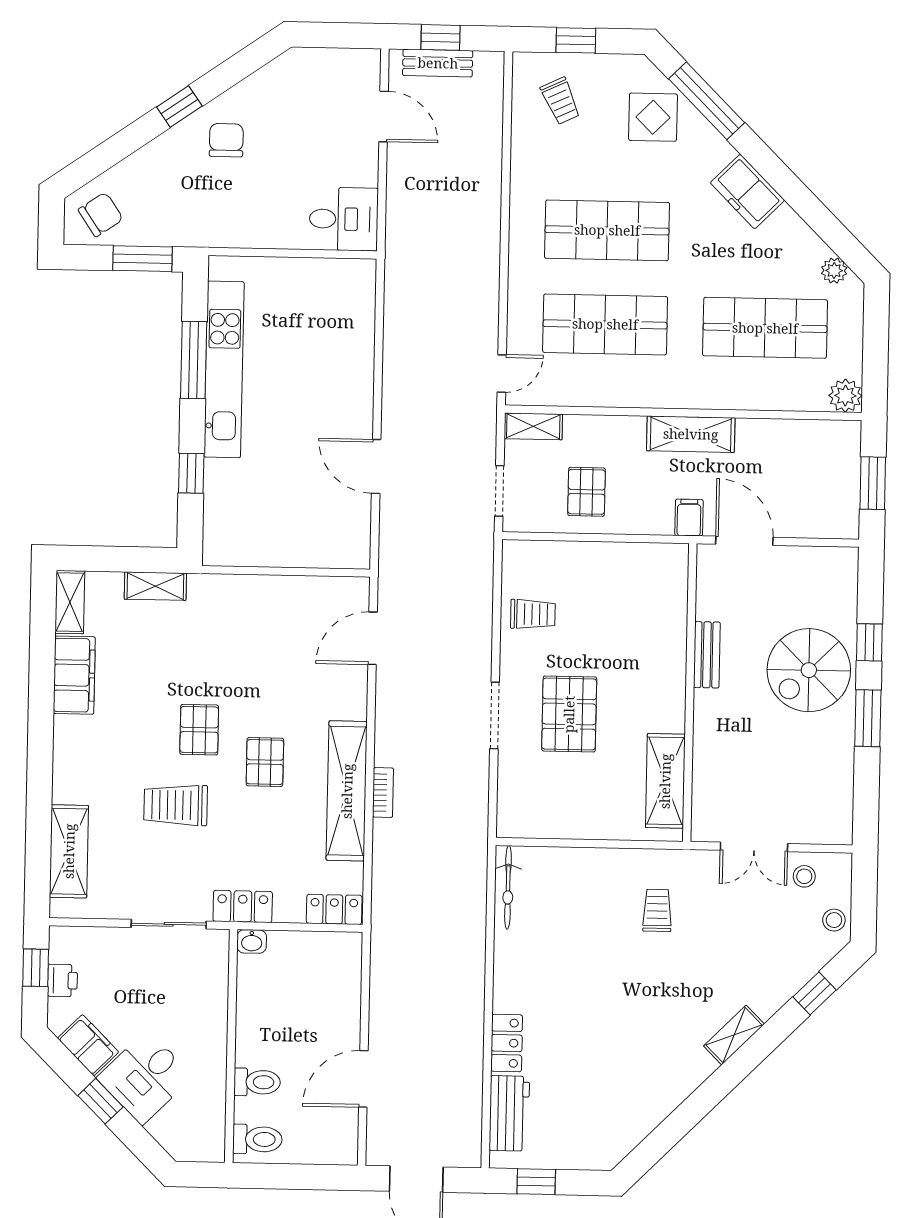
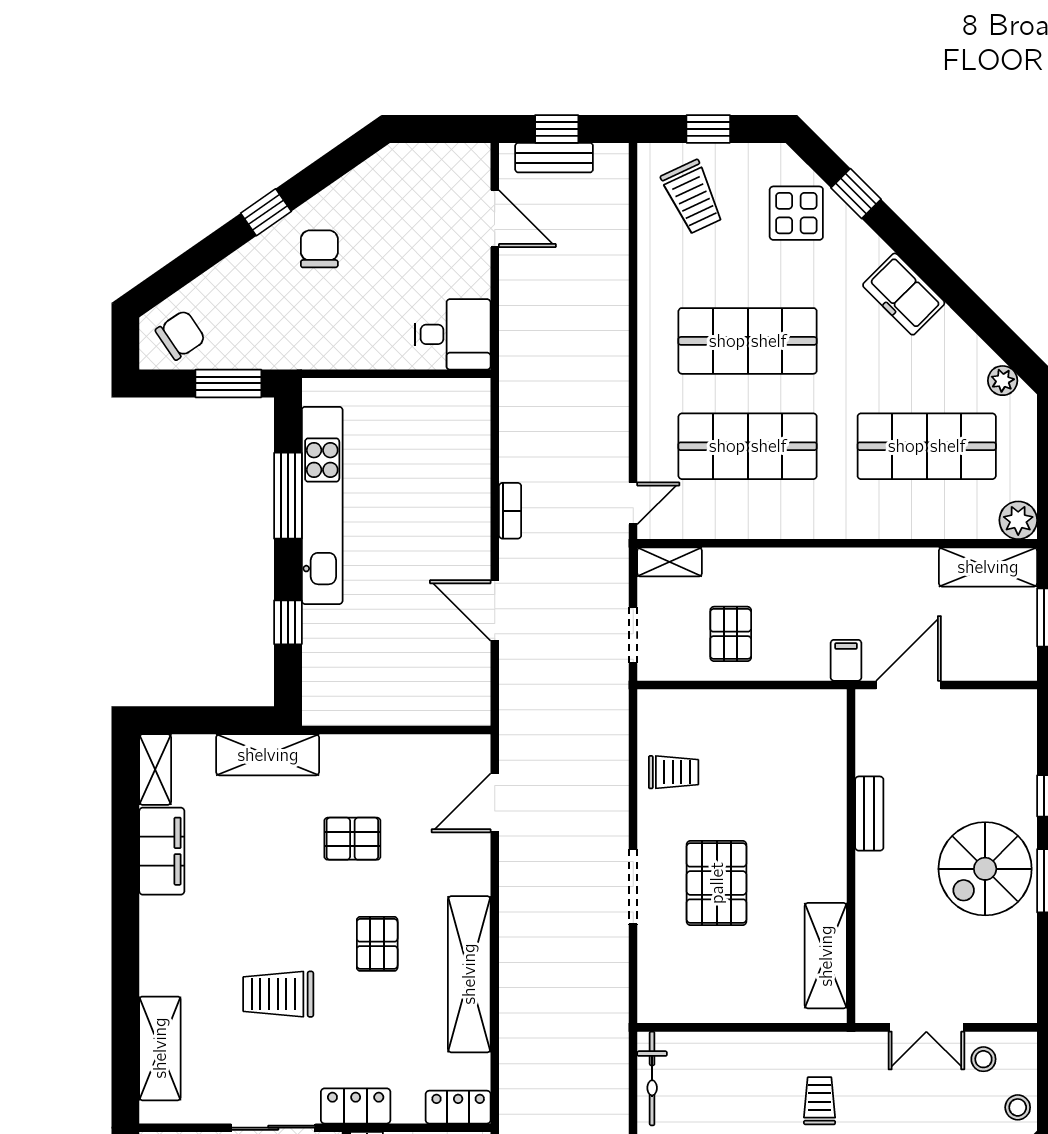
trolley: (561, 101) -> (692, 197), width x1.36, depth x1.39
window: (707, 101) -> (856, 194), width x0.46
shelving: (691, 434) -> (988, 567), moved
door: (744, 541) -> (909, 685), hinge flipped
shelving: (155, 586) -> (268, 755), width x1.50, depth x1.33
spiral stairs: (809, 670) -> (985, 869), moved
pallet: (199, 730) -> (352, 839), moved, turned 90
bookcase: (383, 793) -> (510, 511), moved

